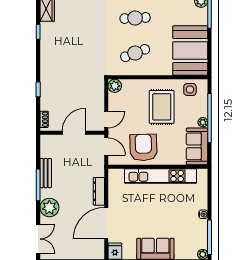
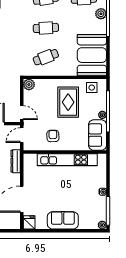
door: (106, 120) -> (22, 113), hinge flipped
door: (106, 146) -> (22, 135), swing flipped
armchair: (143, 147) -> (53, 136), width x0.53, depth x0.53
dresser: (99, 191) -> (16, 161), moved

